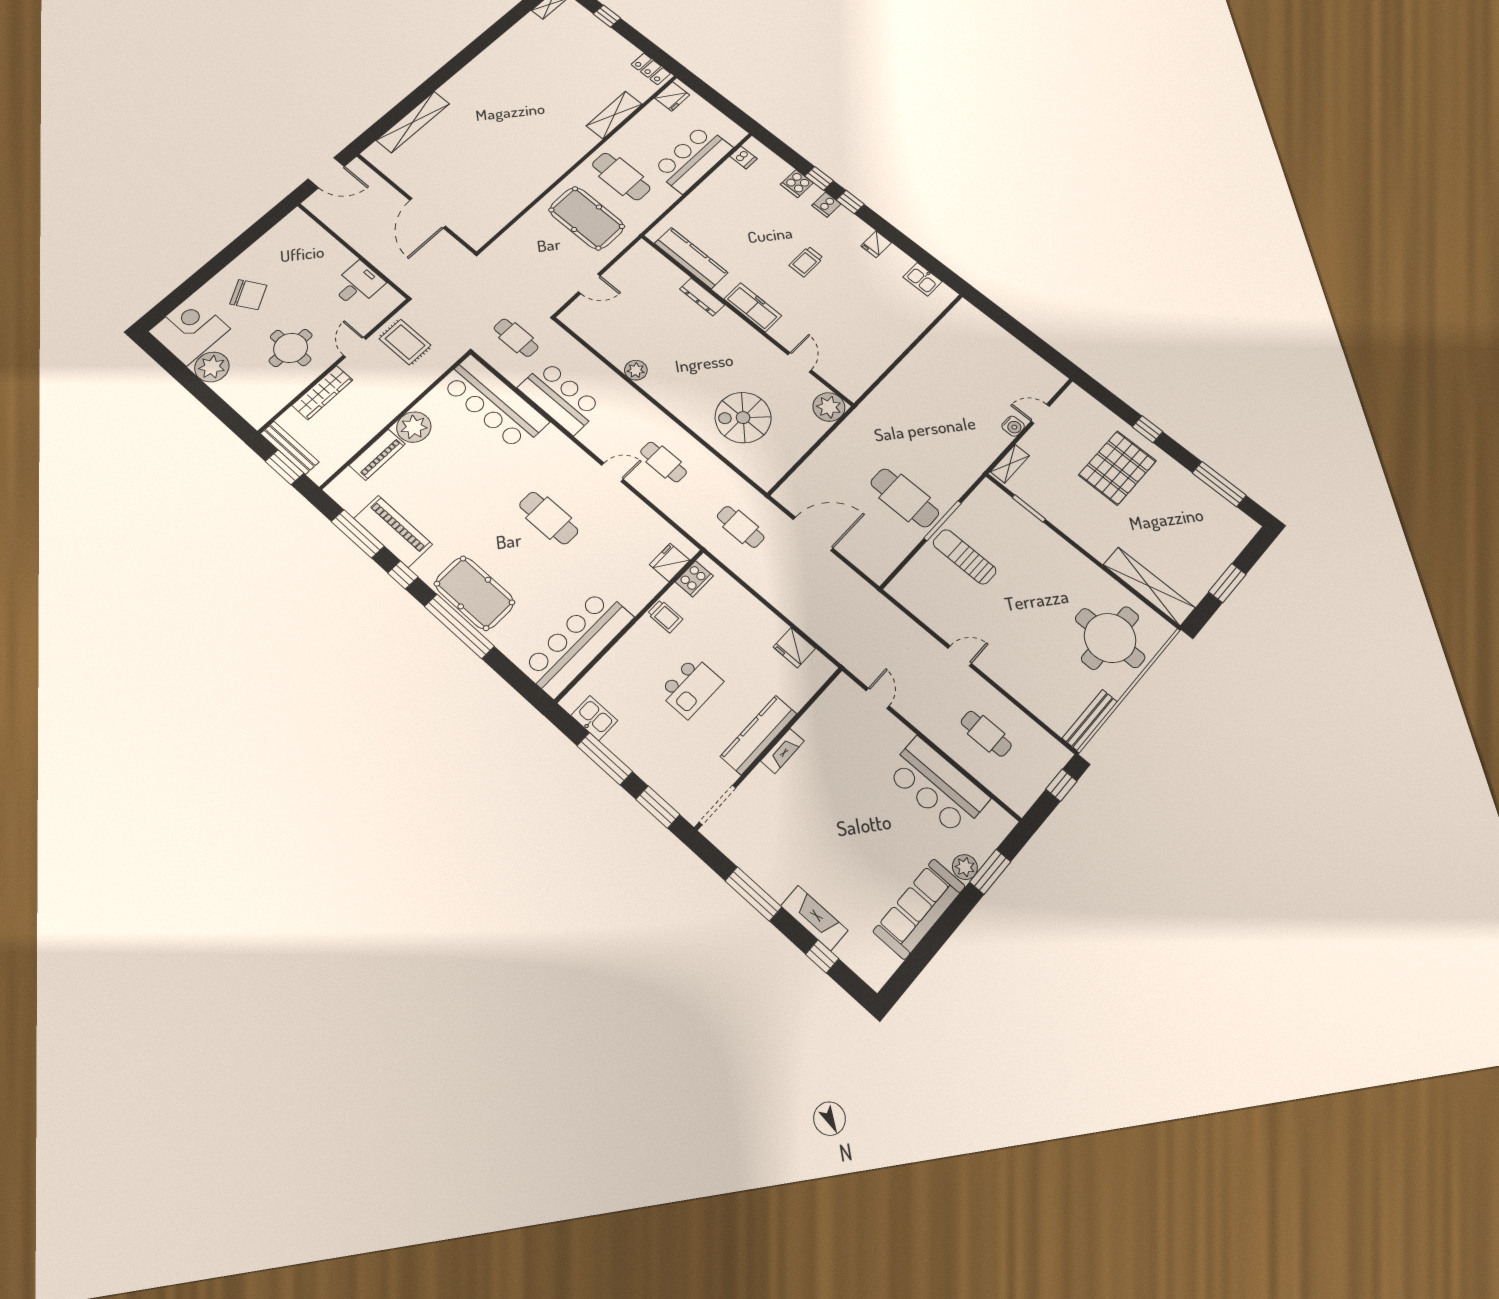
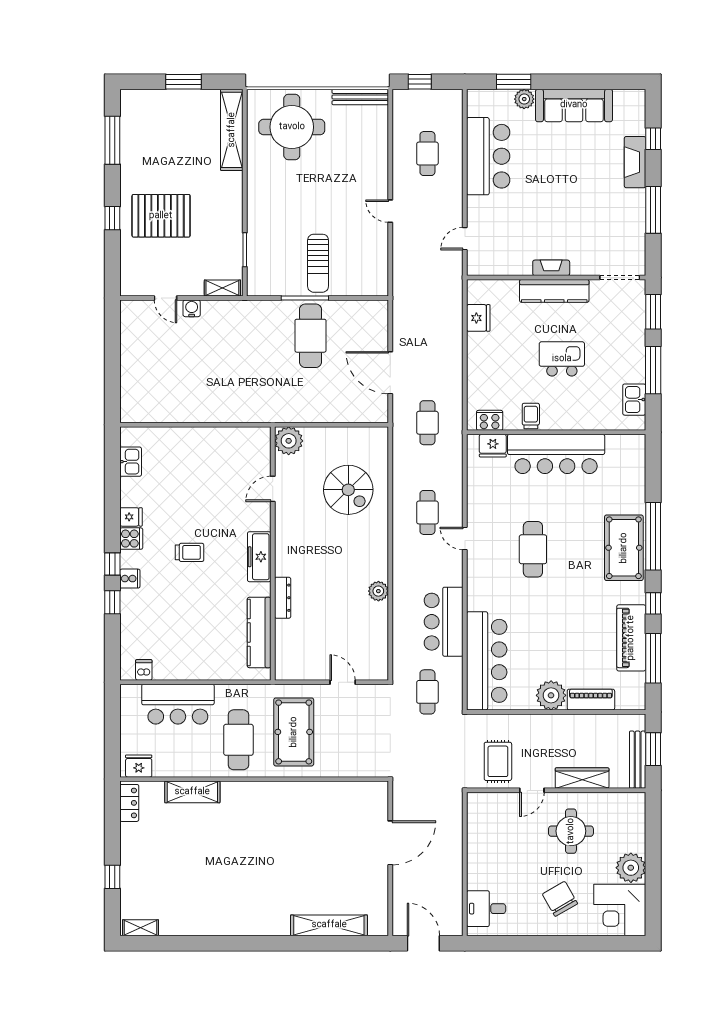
cooker: (797, 184) -> (131, 539), moved
desk: (358, 285) -> (486, 909), moved
bar counter: (577, 643) -> (556, 454), moved

